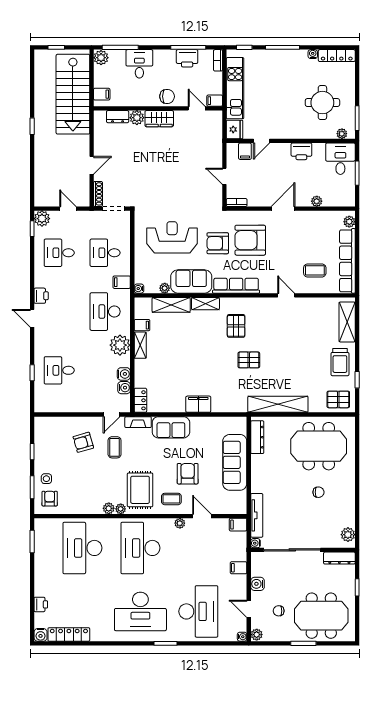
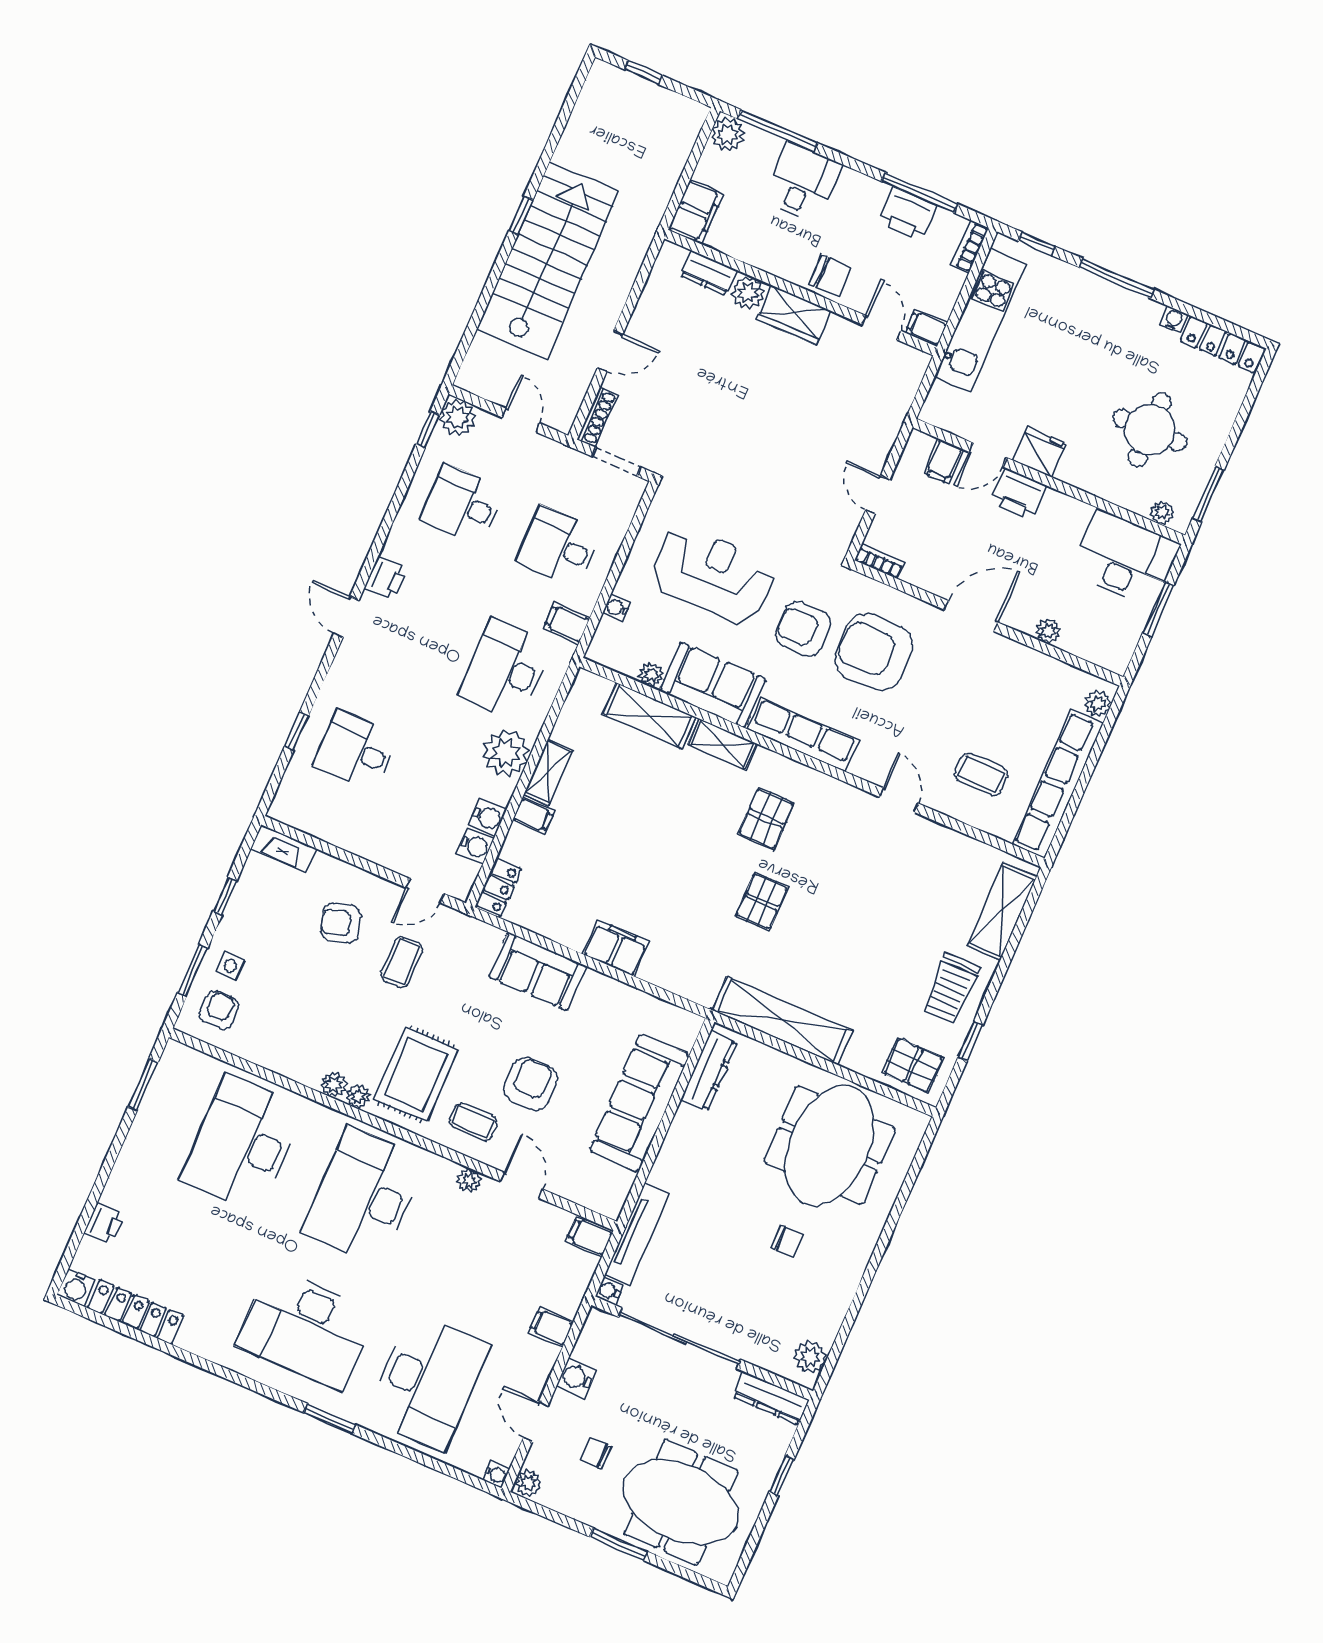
stairs: (73, 94) -> (548, 260), moved, turned 180
filing cabinet: (102, 94) -> (696, 212), width x2.00
fridge: (234, 129) -> (1039, 452), moved, turned -90
printer: (301, 151) -> (1019, 494), moved
desk: (340, 159) -> (1125, 559), width x1.37
water cooler: (139, 289) -> (616, 608), moved
filing cabinet: (142, 325) -> (533, 816), moved
pallet: (249, 360) -> (762, 901), turned 90
fireplace: (138, 422) -> (284, 848), moved
meeting table: (319, 446) -> (830, 1145), turned 90

